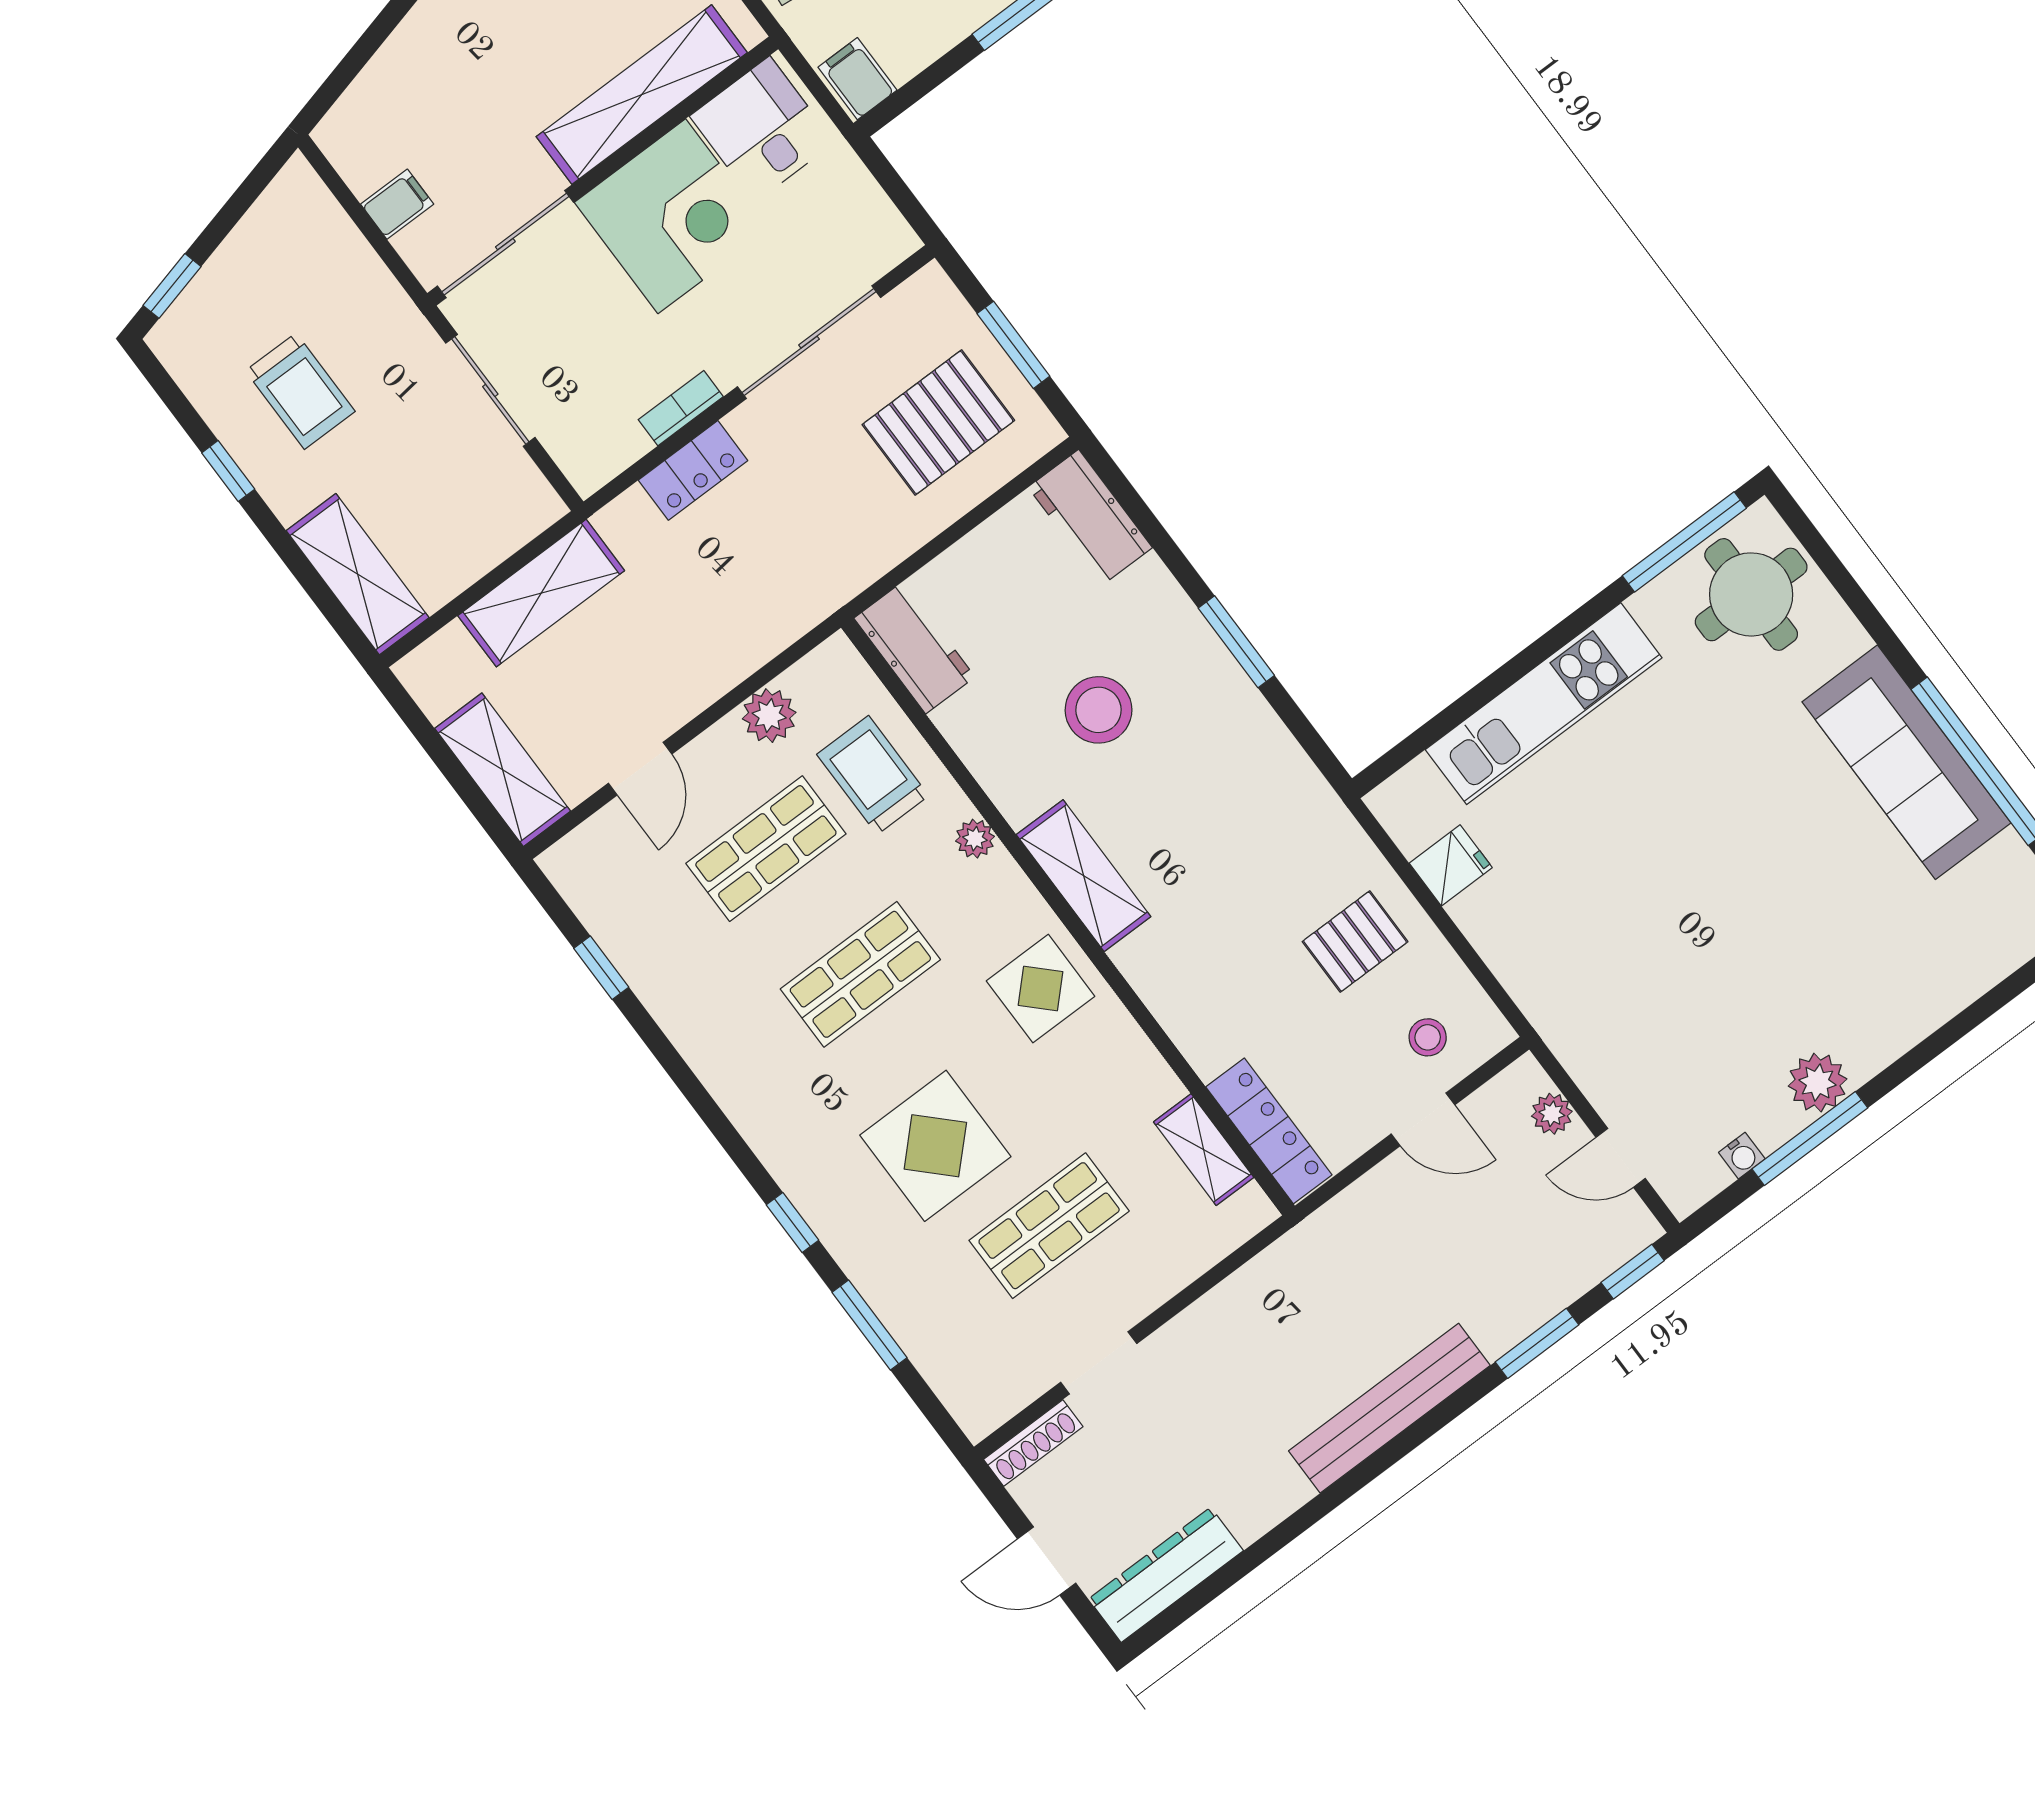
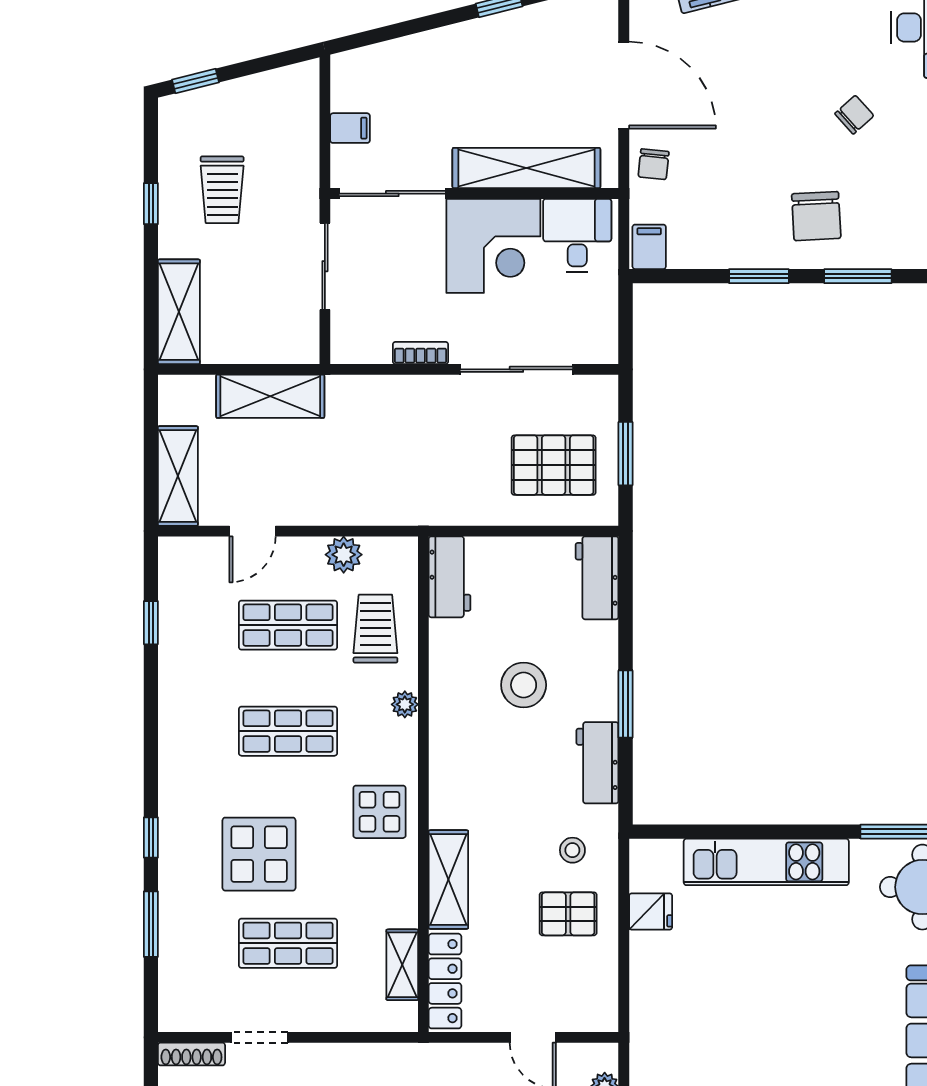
locker: (693, 470) -> (402, 392), removed
workbench: (1255, 736) -> (597, 763), added
shelving: (1084, 876) -> (448, 880), moved
stool: (1428, 1037) -> (572, 850), moved

